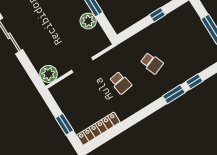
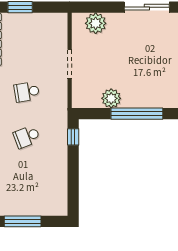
window: (157, 15) -> (73, 137), moved
plant: (48, 74) -> (96, 23), moved

